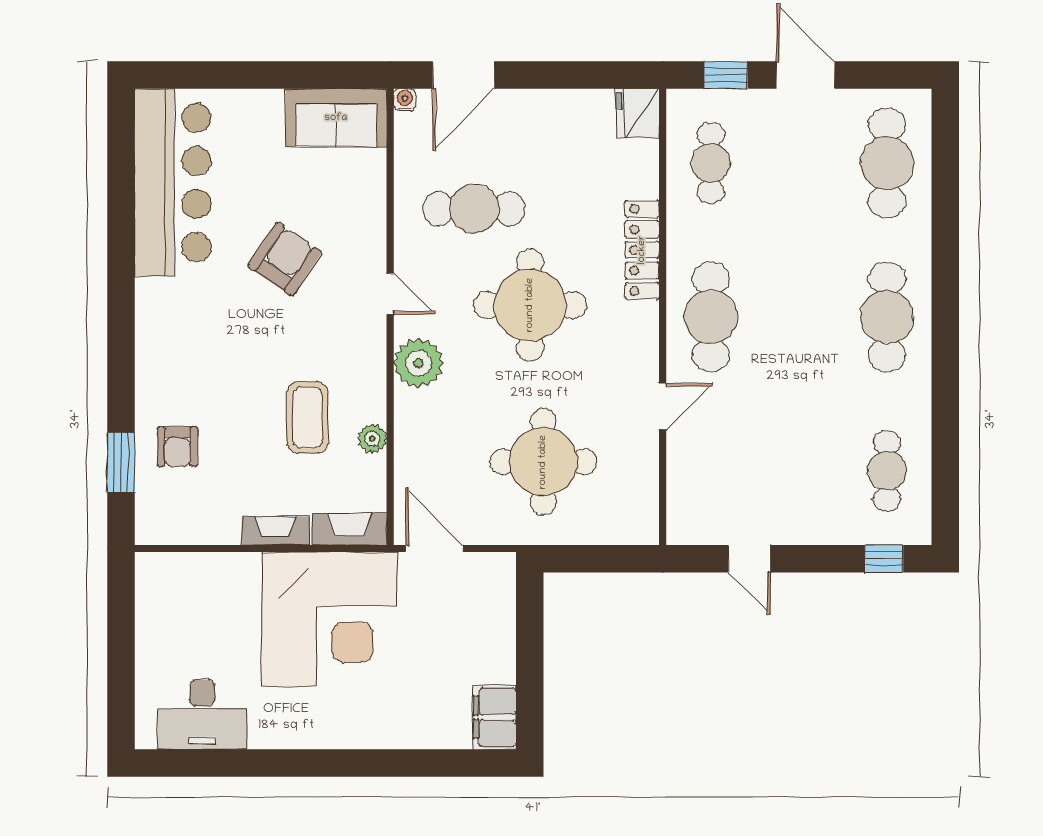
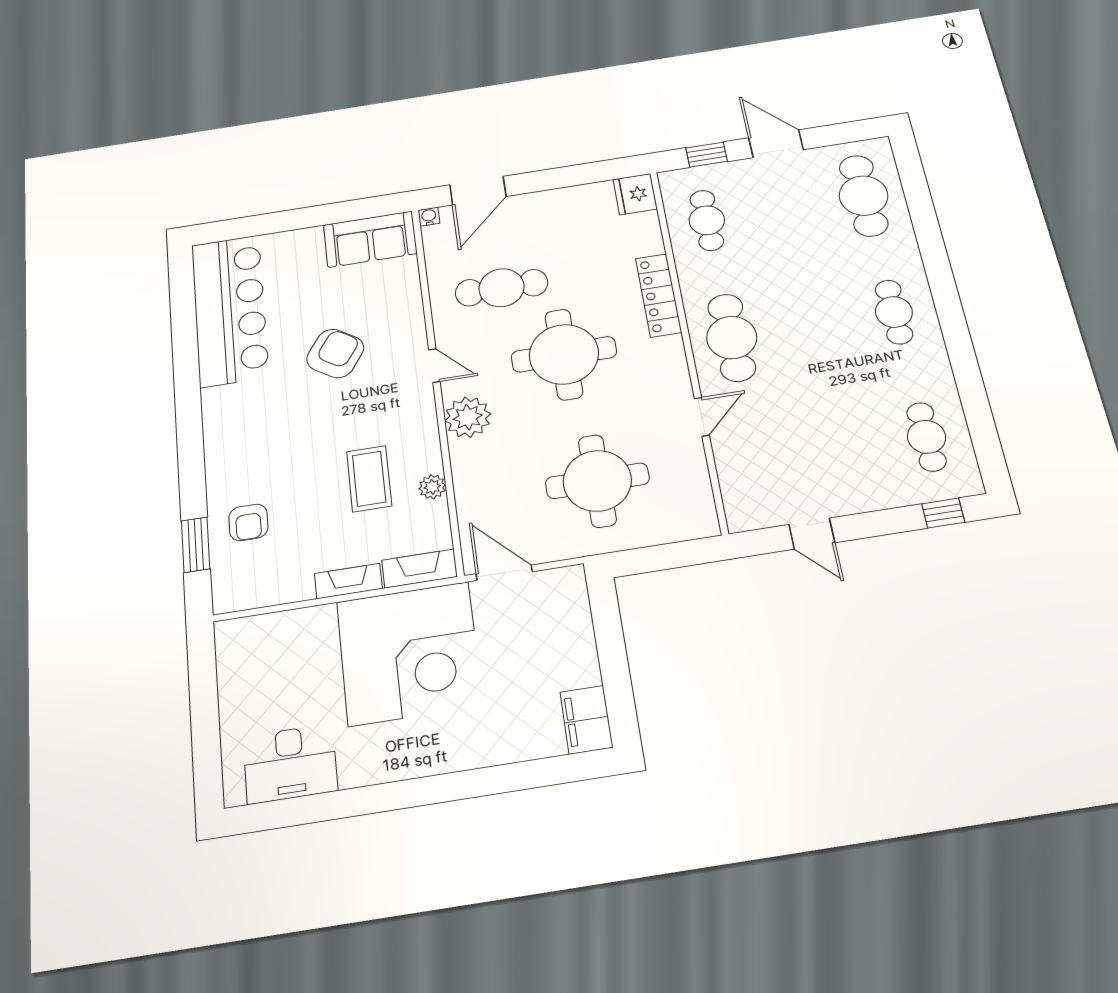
cafe table: (887, 317) -> (894, 312), width x0.73, depth x0.74

